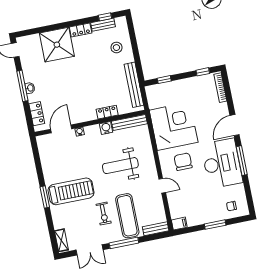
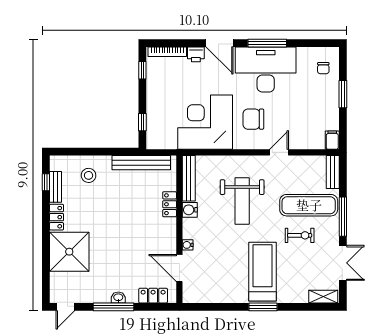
printer: (223, 109) -> (196, 54), added

